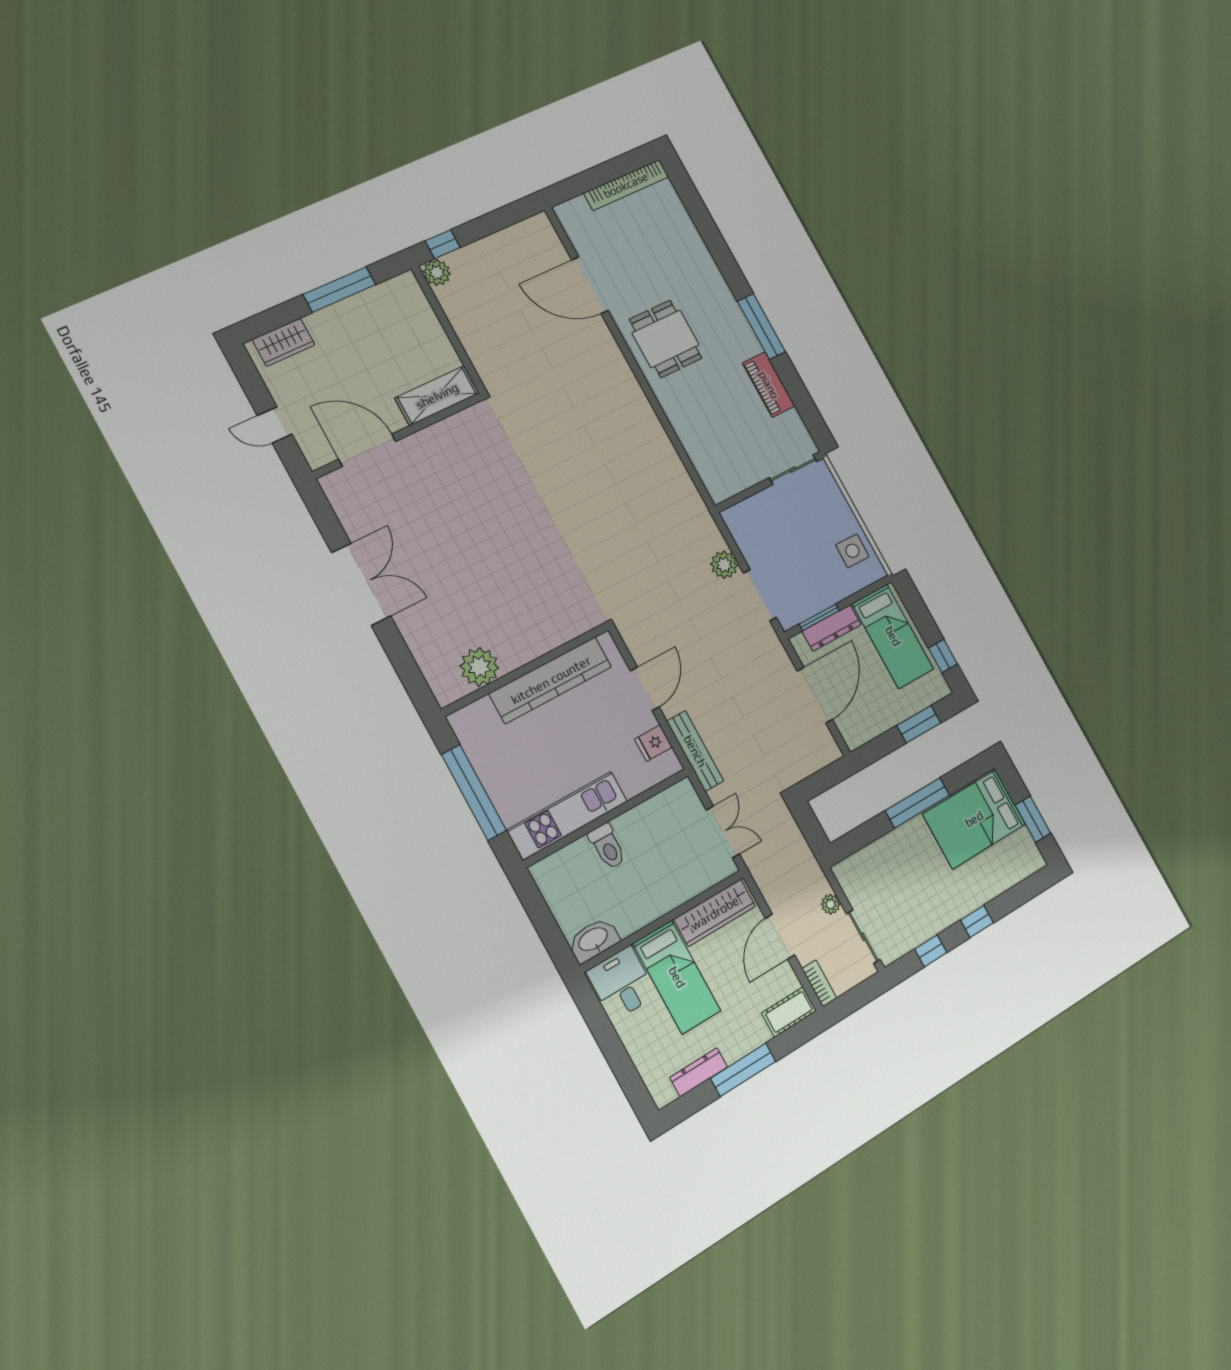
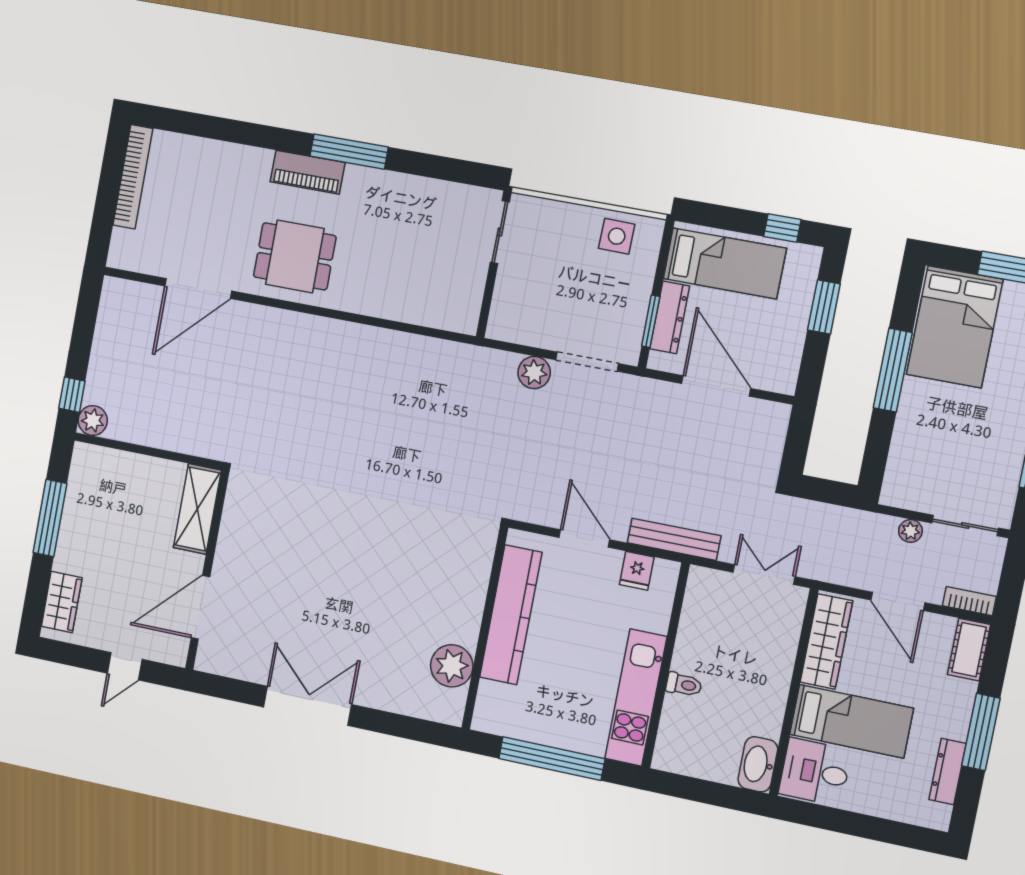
piano: (769, 385) -> (308, 172), moved
toilet: (607, 846) -> (684, 685), width x0.73, depth x0.72

